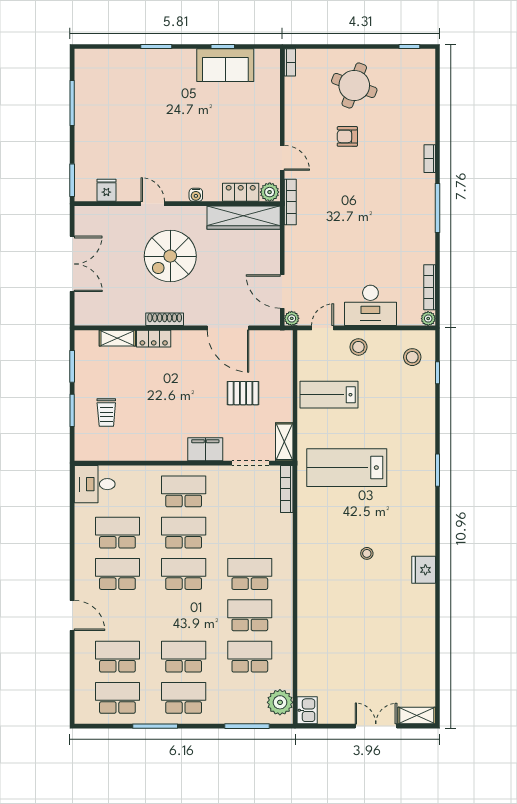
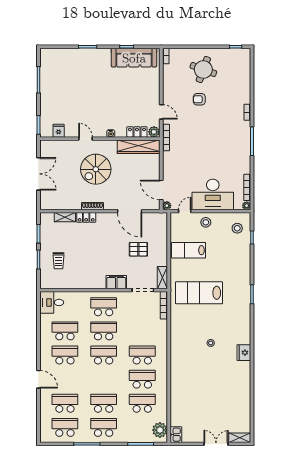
sofa: (225, 65) -> (134, 58), width x1.36
desk: (370, 305) -> (213, 194), width x1.36, depth x1.30

